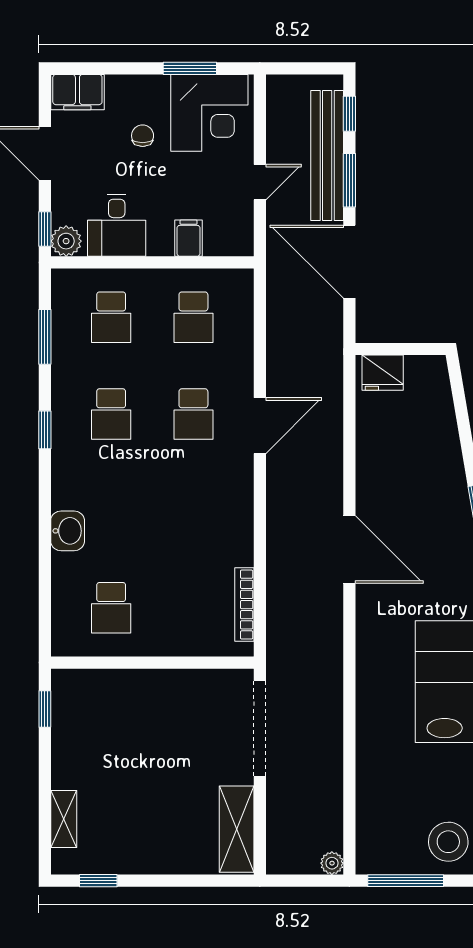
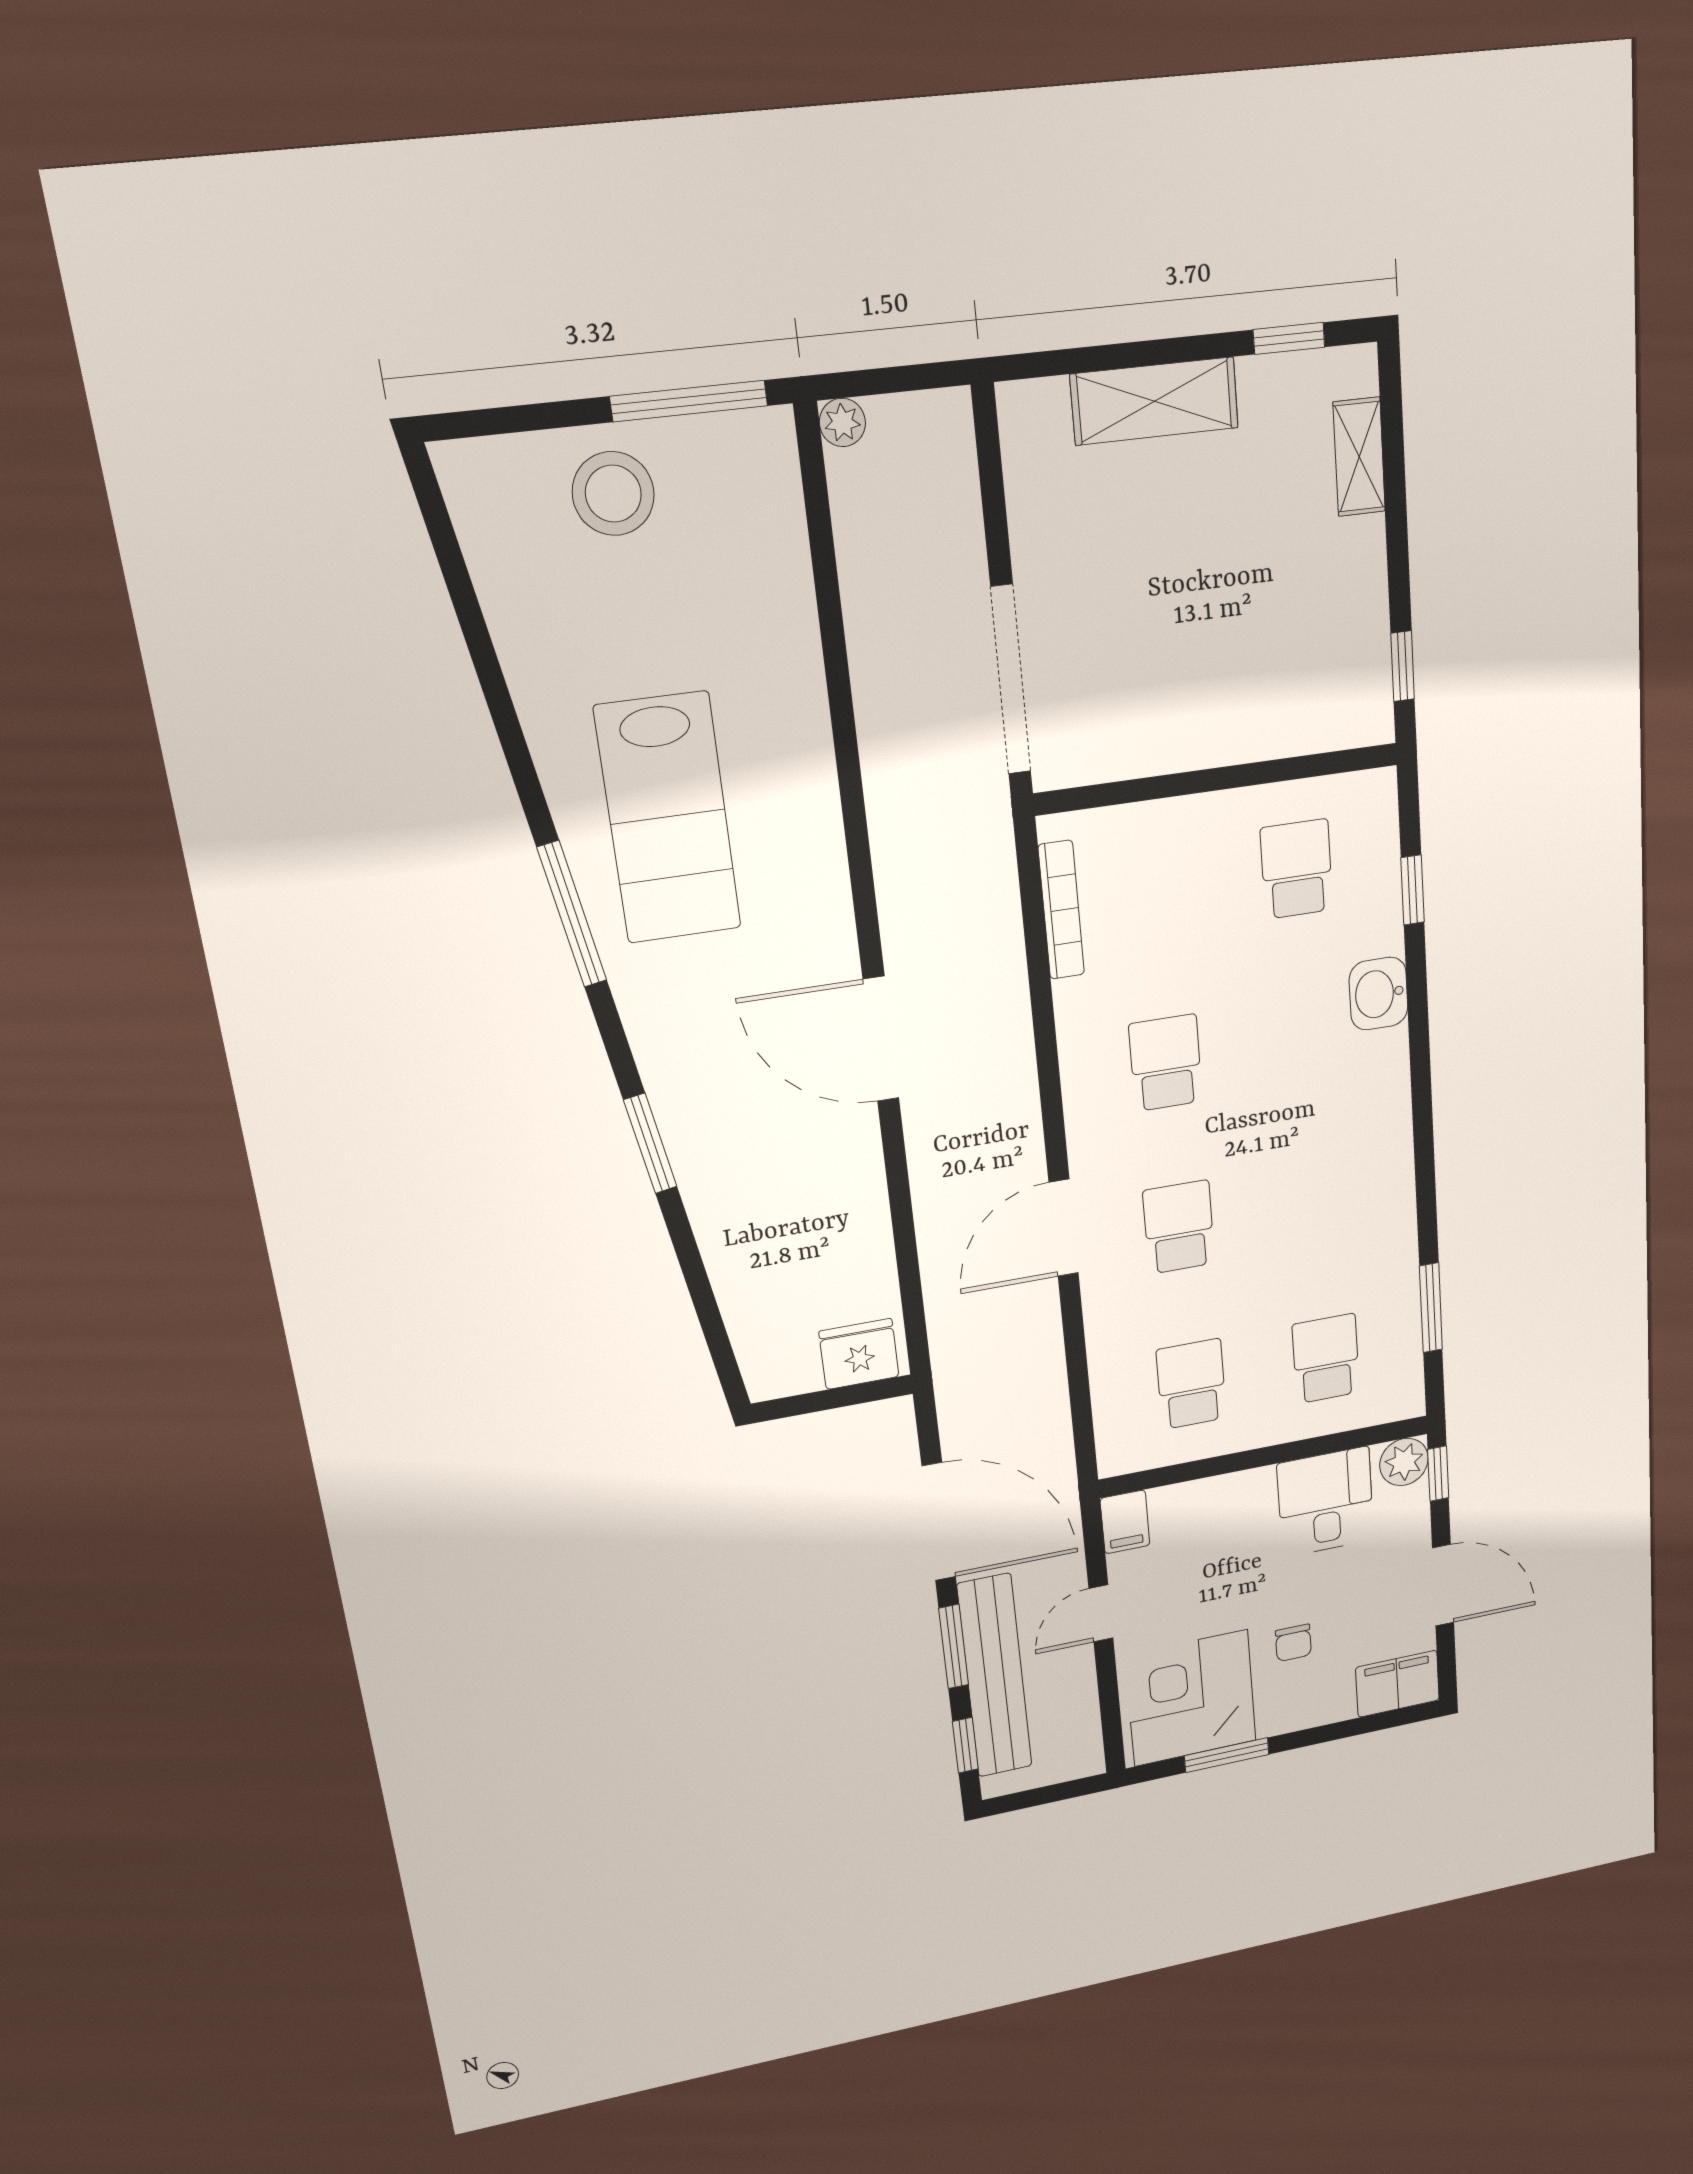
filing cabinet: (189, 238) -> (1125, 1522), moved
school desk: (111, 414) -> (1166, 1063), moved
window: (45, 430) -> (1412, 890), moved
shelving: (237, 829) -> (1155, 401), moved, turned 90

